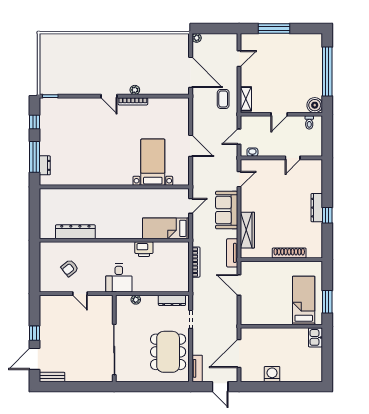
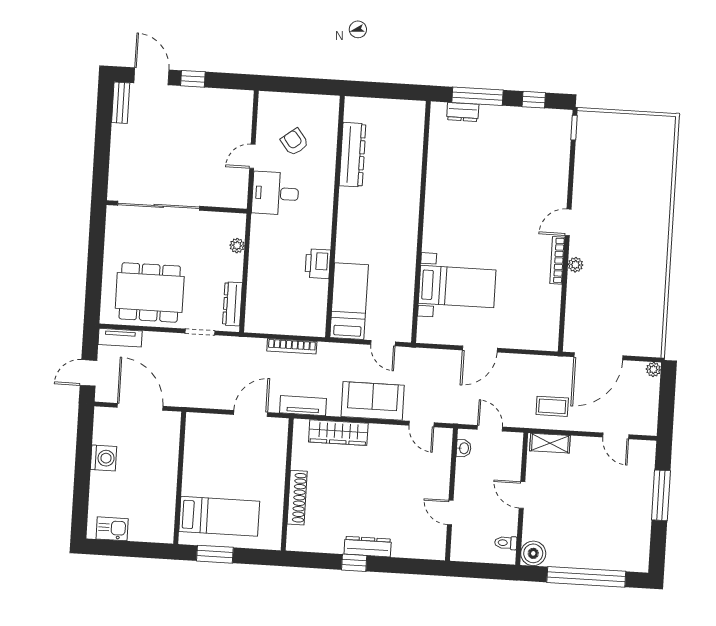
desk: (119, 278) -> (275, 193), moved
kitchen sink: (315, 337) -> (112, 529), moved

